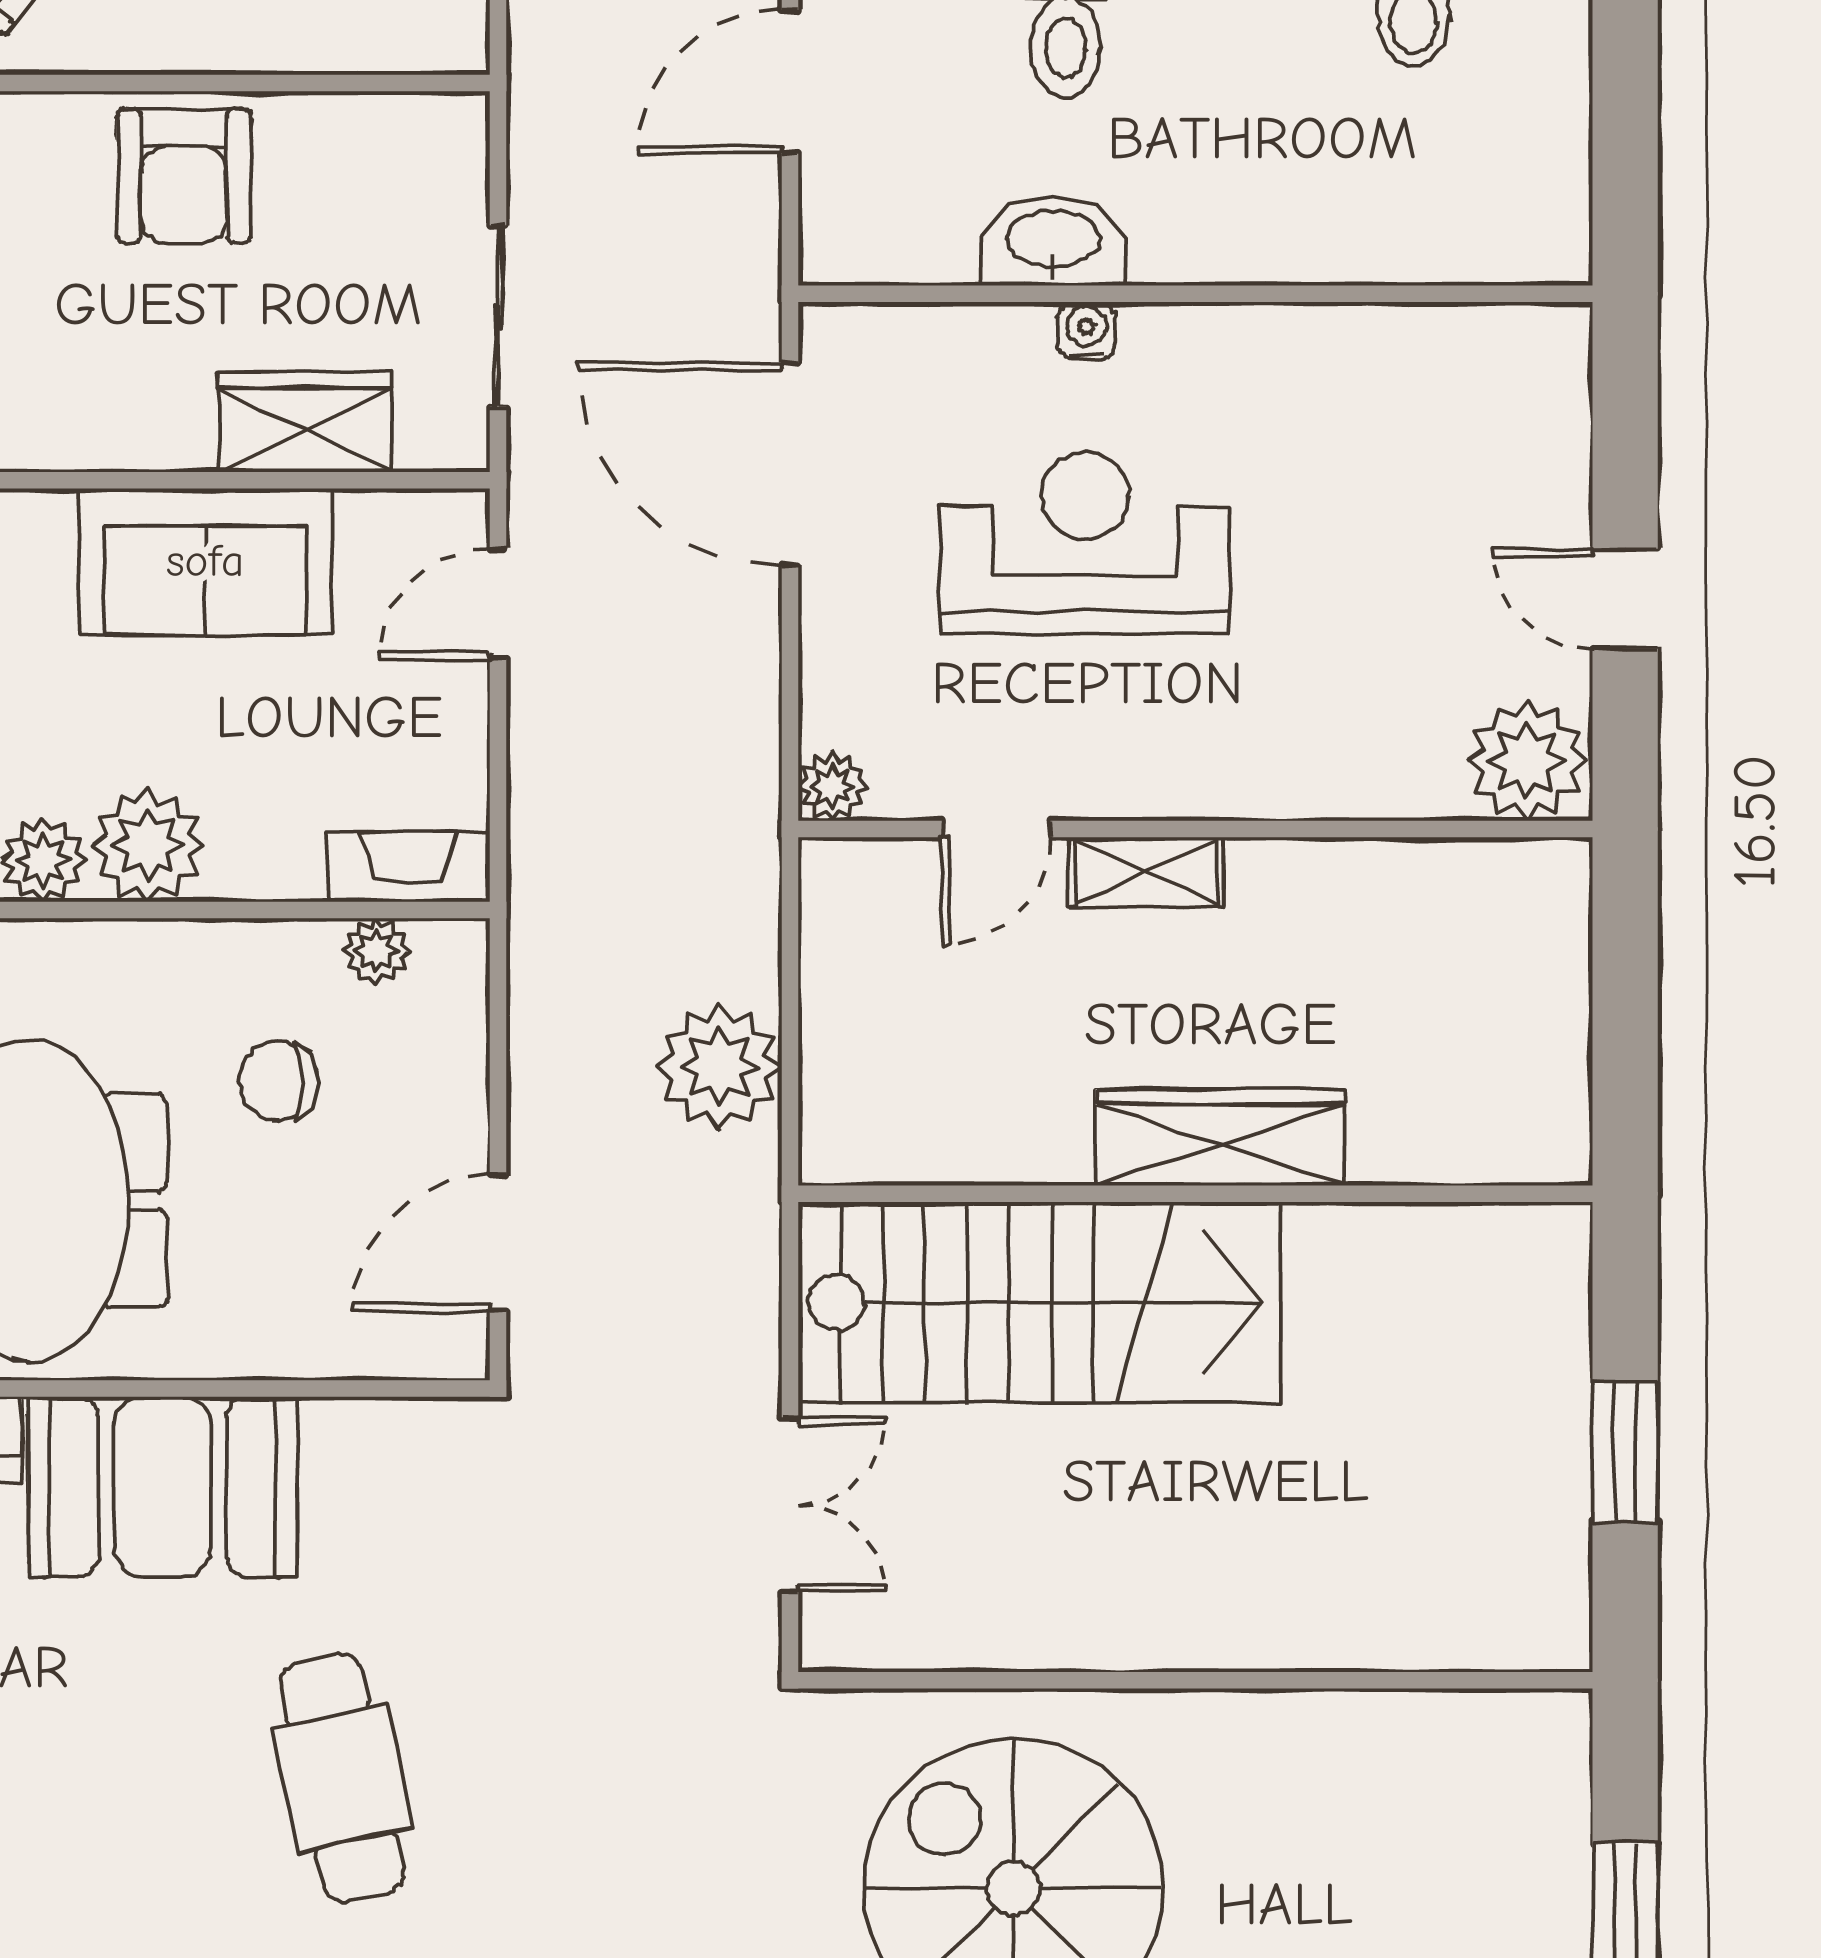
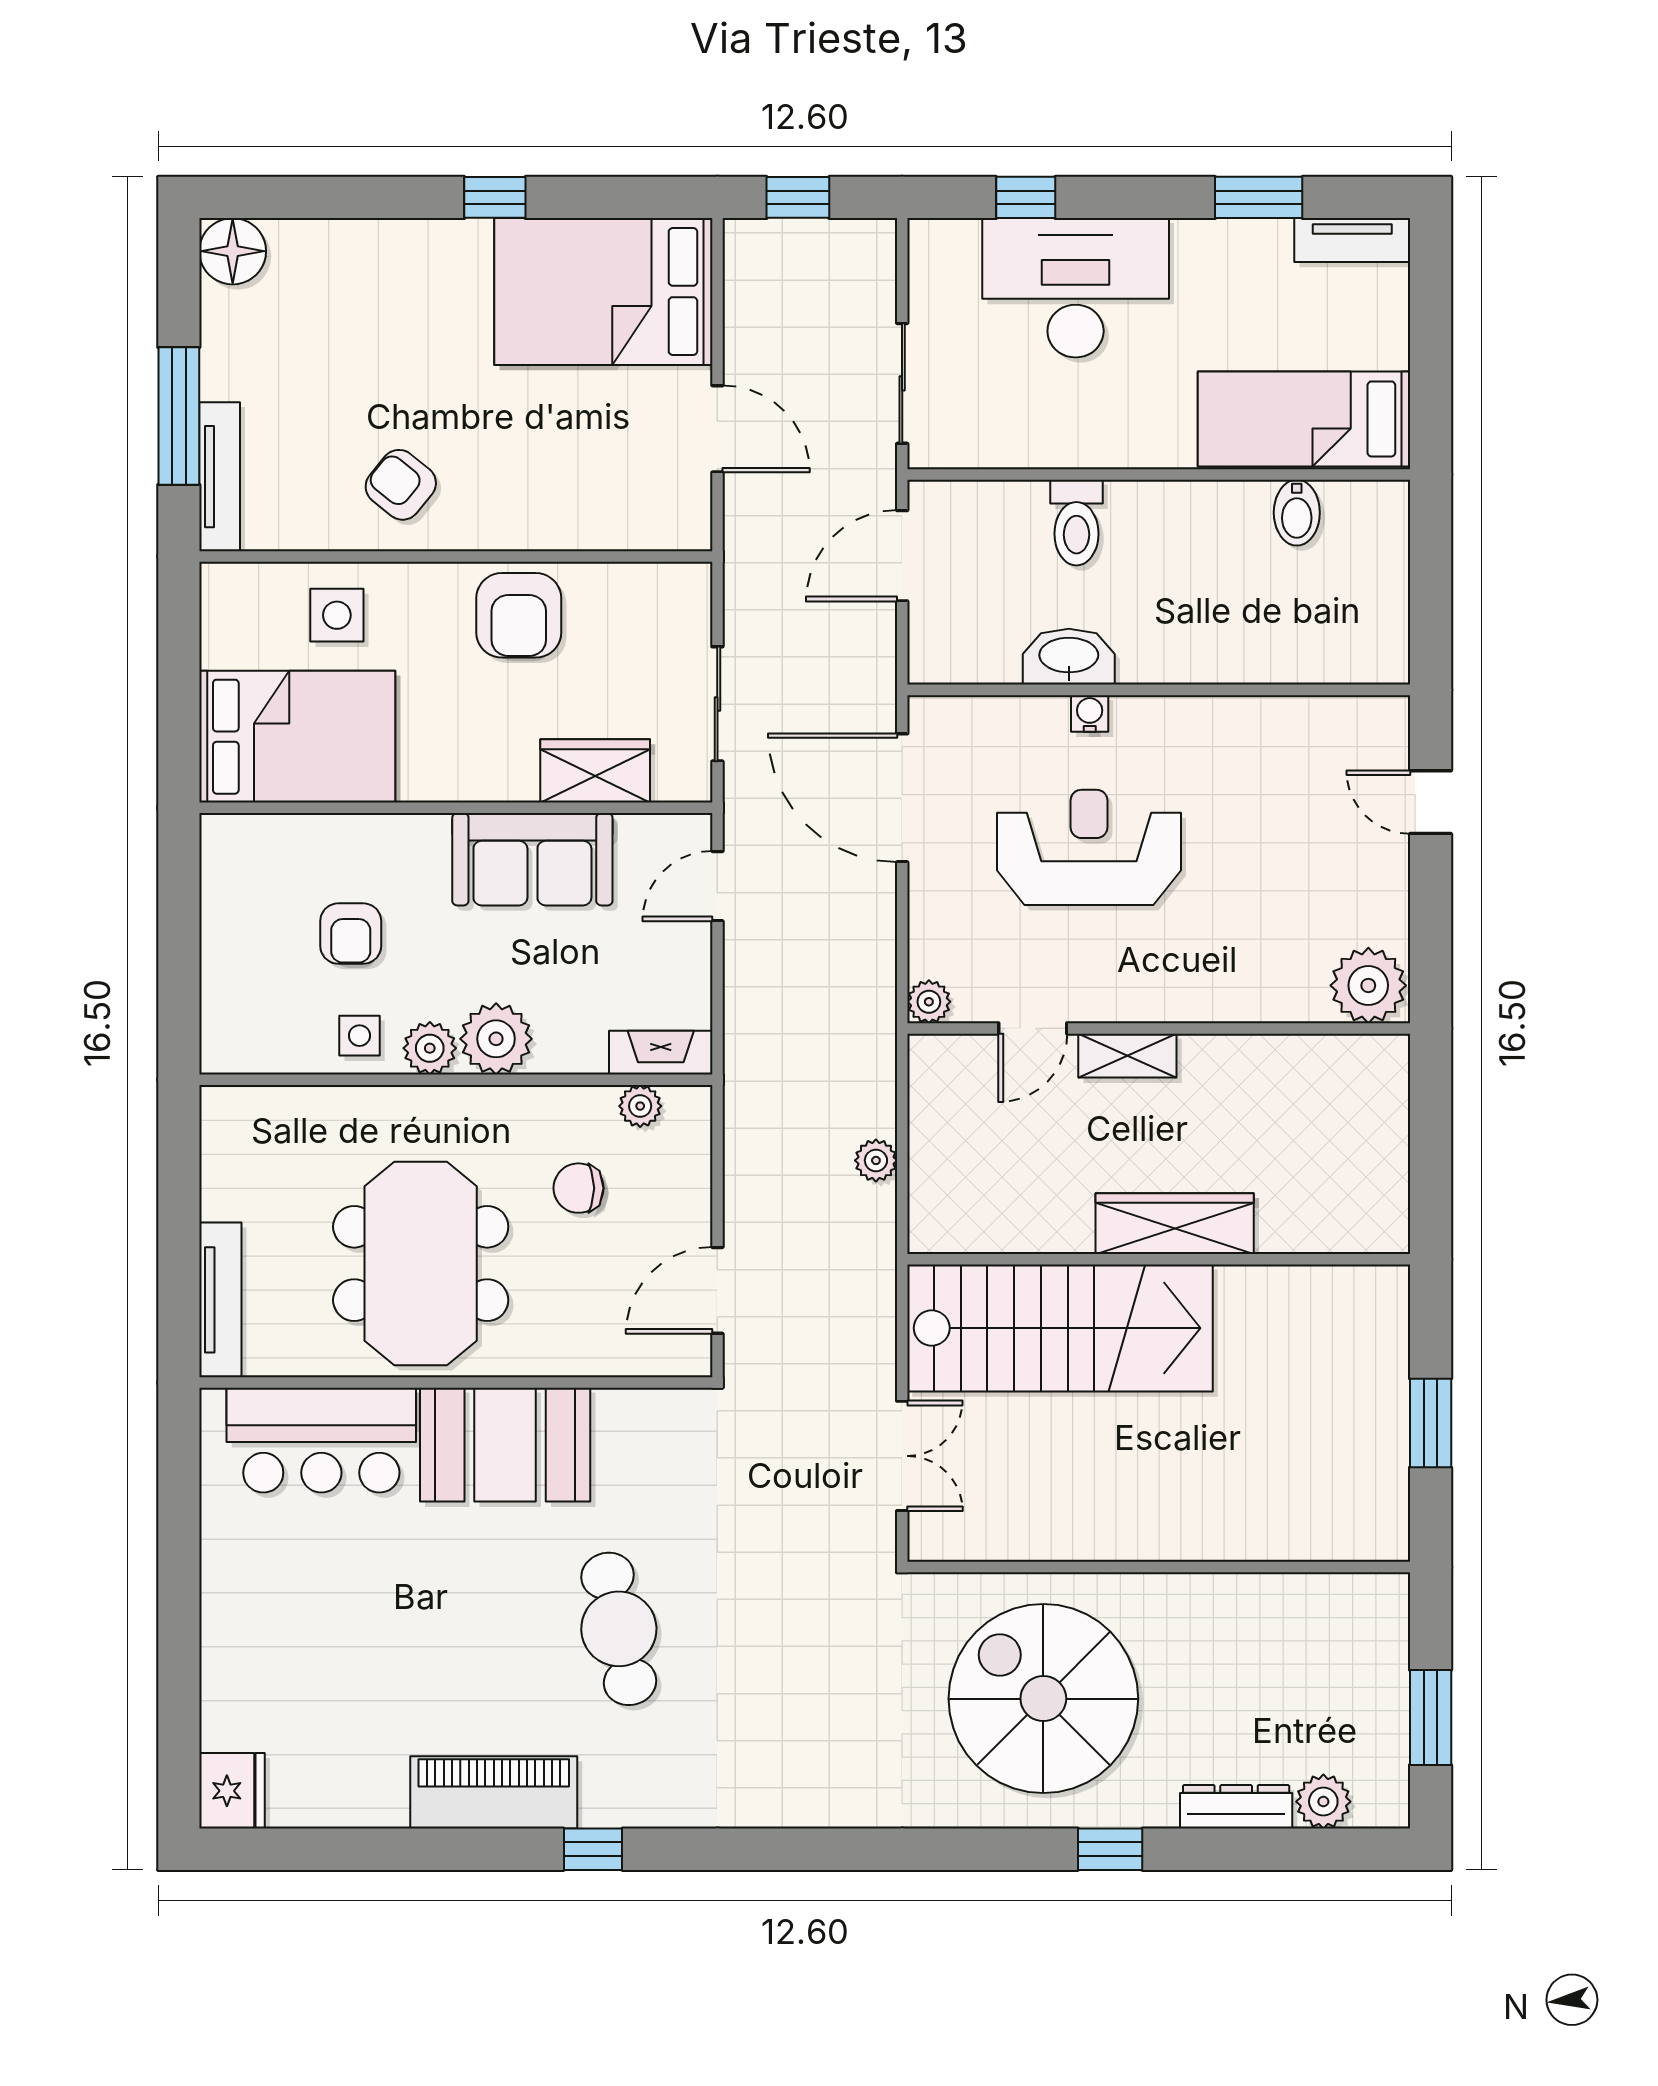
door: (1625, 599) -> (1431, 802), moved
plant: (719, 1067) -> (876, 1160), width x0.53, depth x0.53

